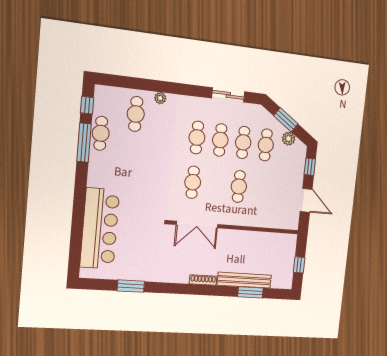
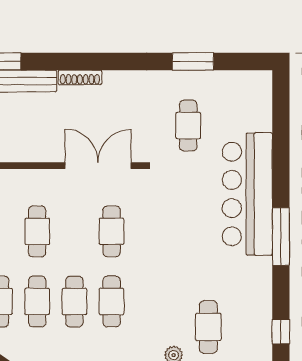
cafe table: (101, 133) -> (188, 126), moved
window: (84, 143) -> (281, 237), moved
bar counter: (100, 229) -> (247, 194), moved

